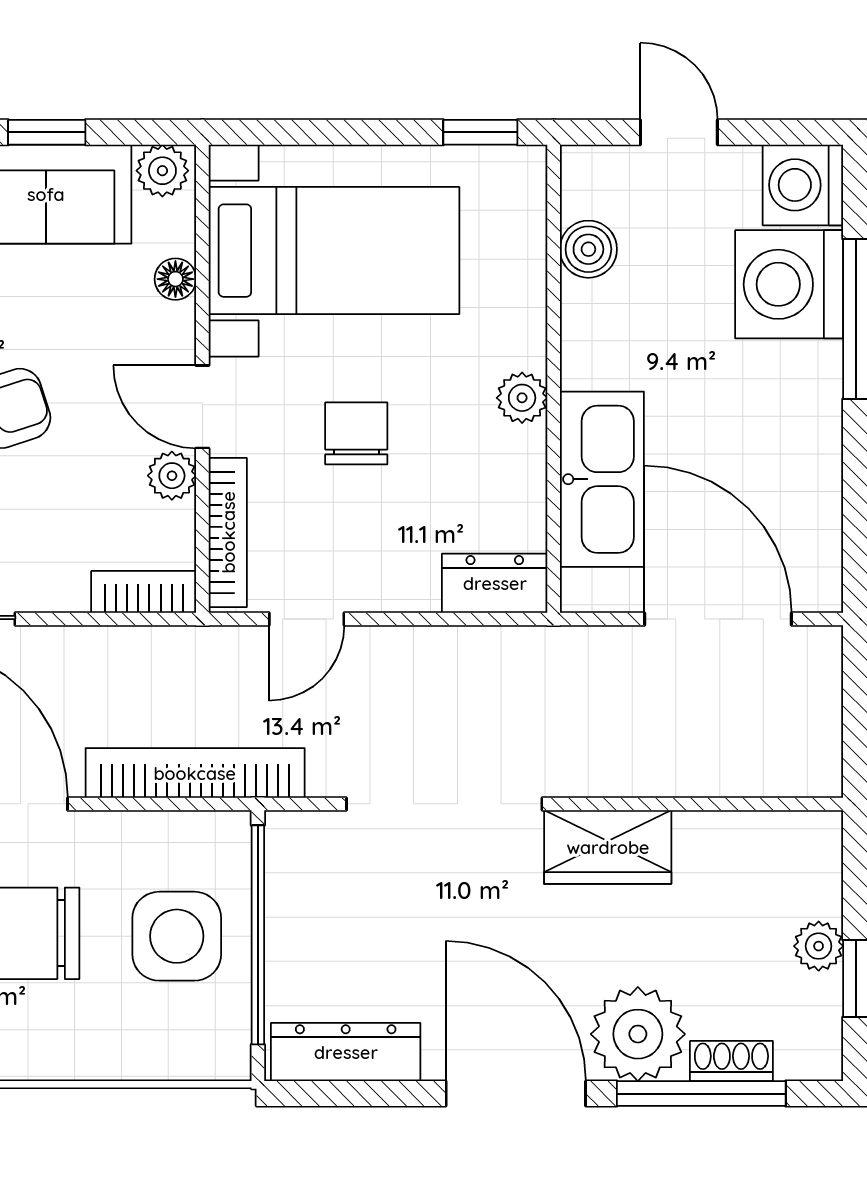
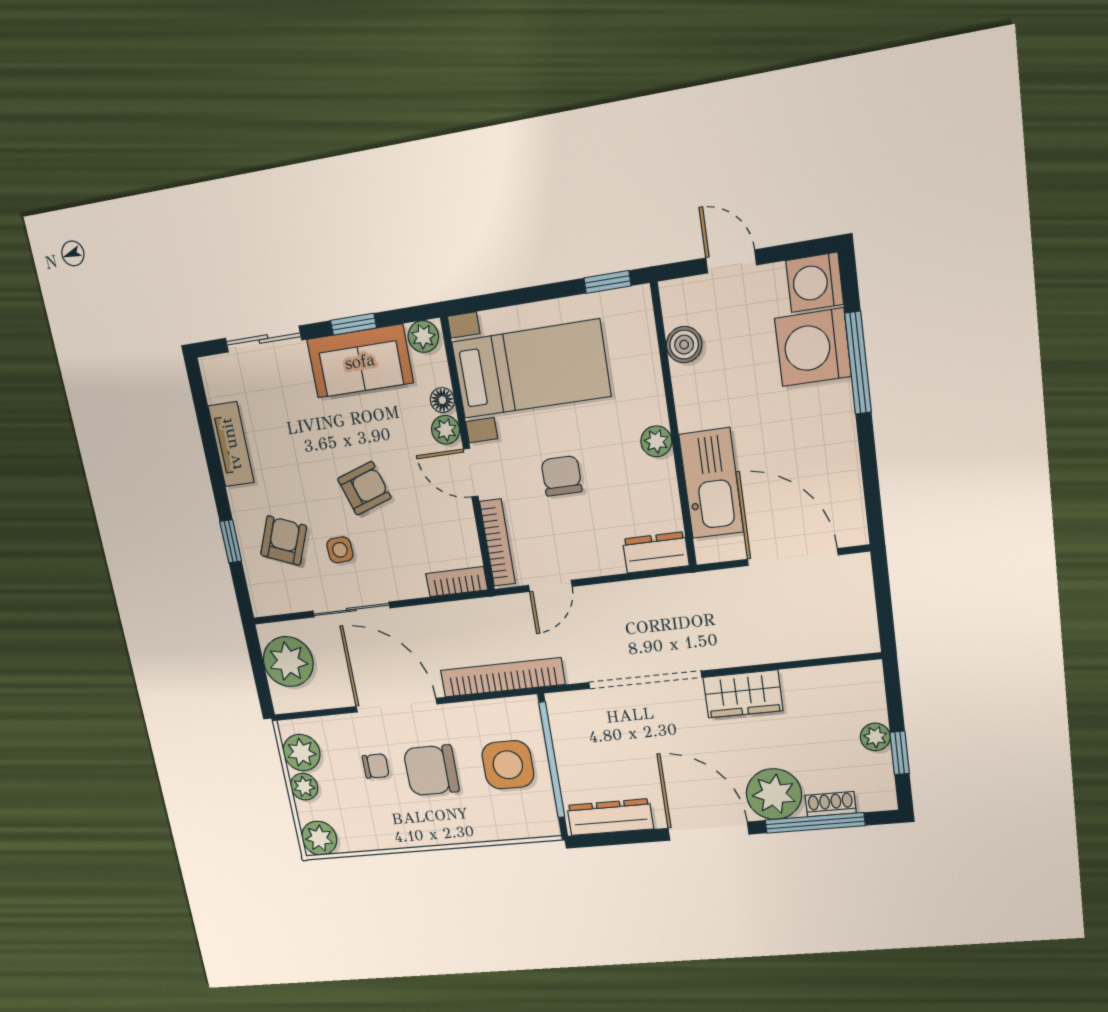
plant: (172, 476) -> (446, 430), moved

